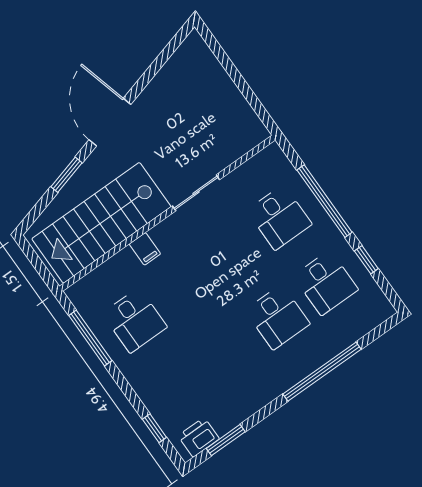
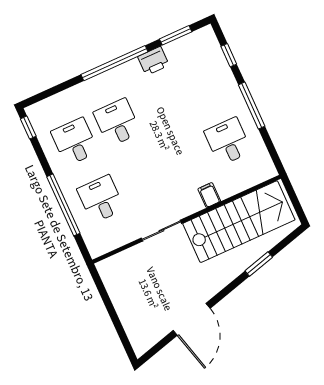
door: (110, 122) -> (192, 319), moved
window: (366, 260) -> (28, 127), moved
window: (90, 338) -> (252, 105), moved
window: (322, 372) -> (114, 63), moved
printer: (199, 437) -> (153, 61), moved

